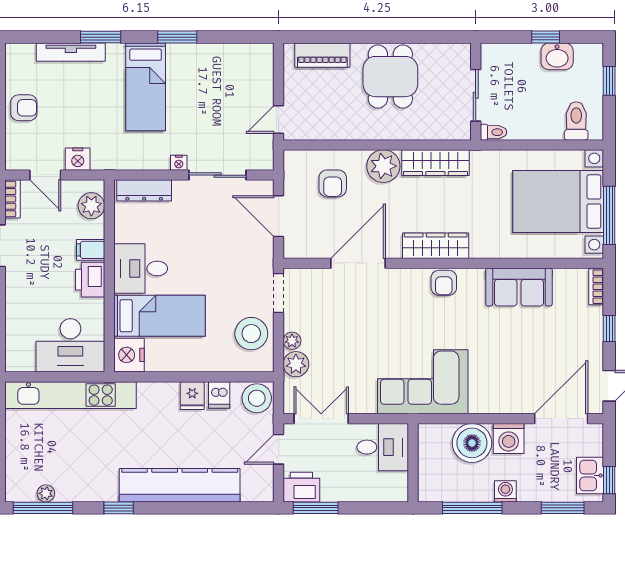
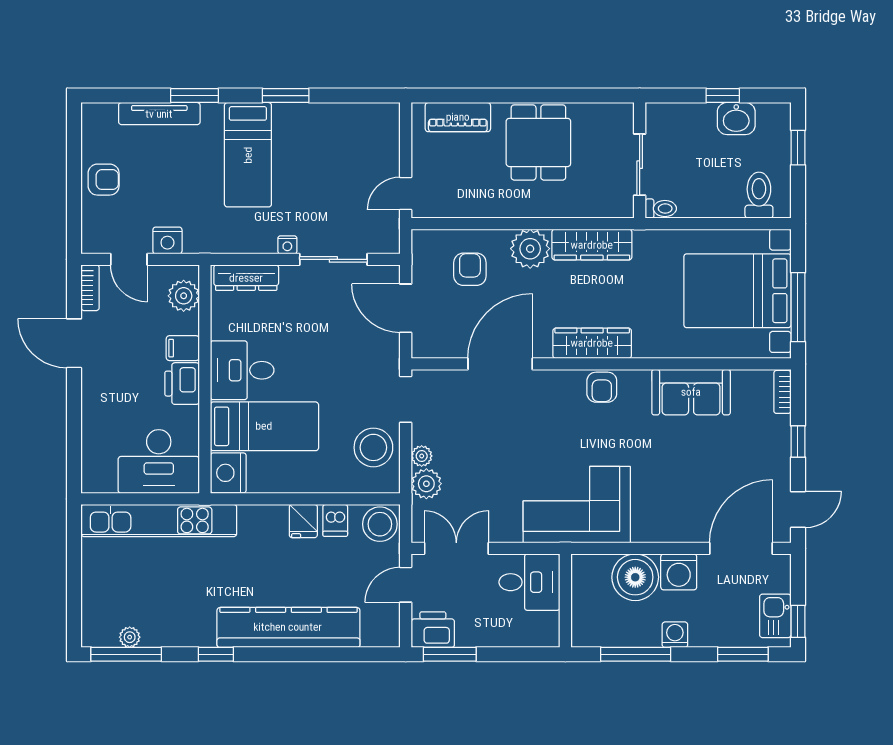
armchair: (333, 183) -> (470, 269), turned 180

